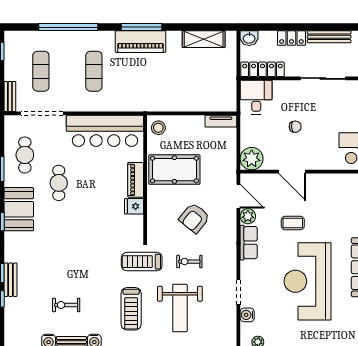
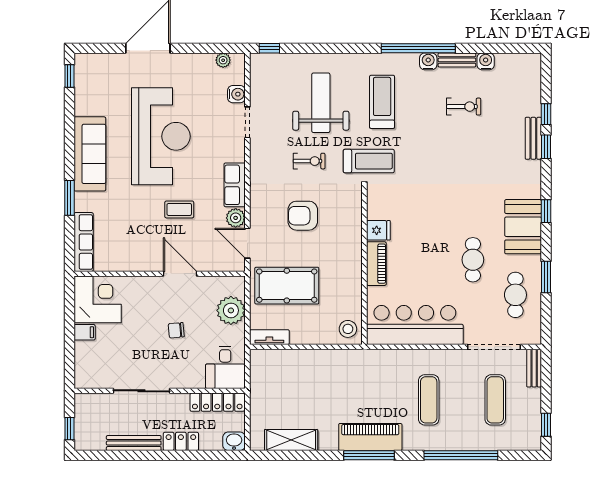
plant: (252, 159) -> (231, 310), moved
pool table: (174, 170) -> (287, 286), moved
armchair: (194, 218) -> (303, 216), turned -129

